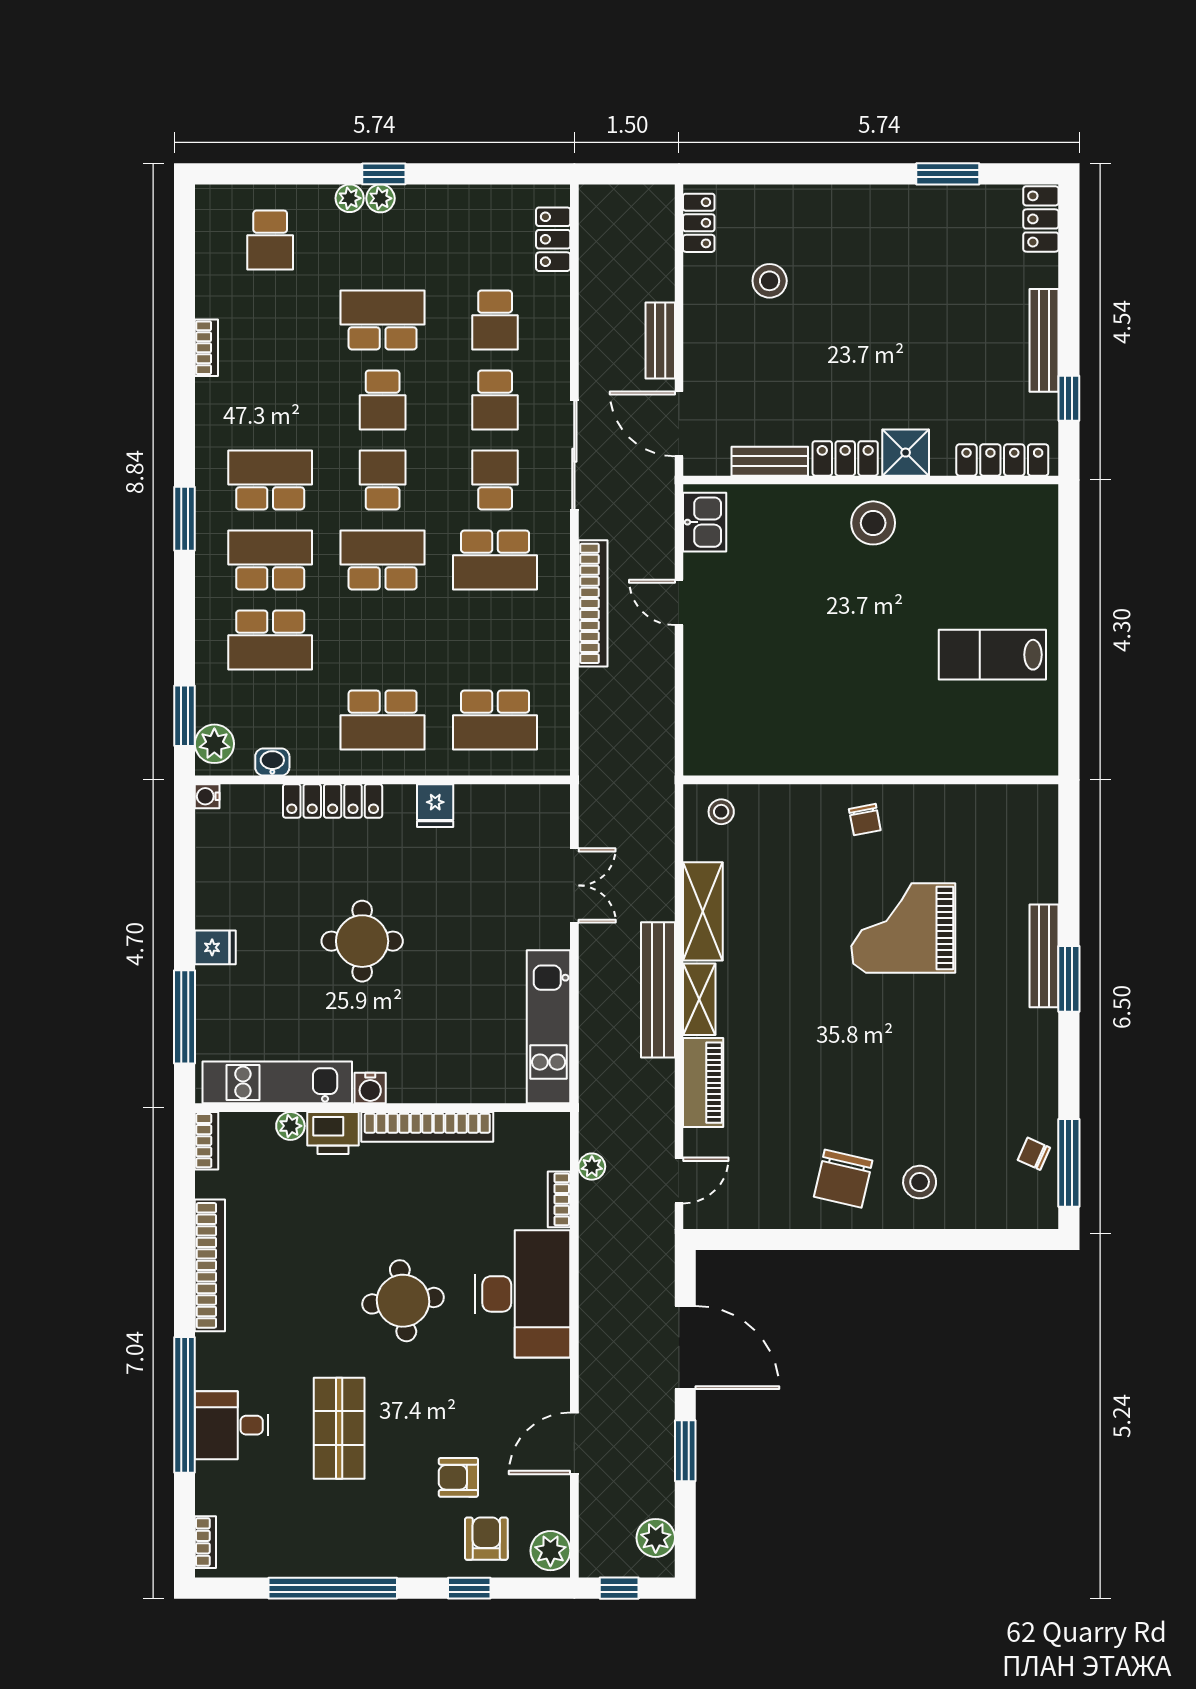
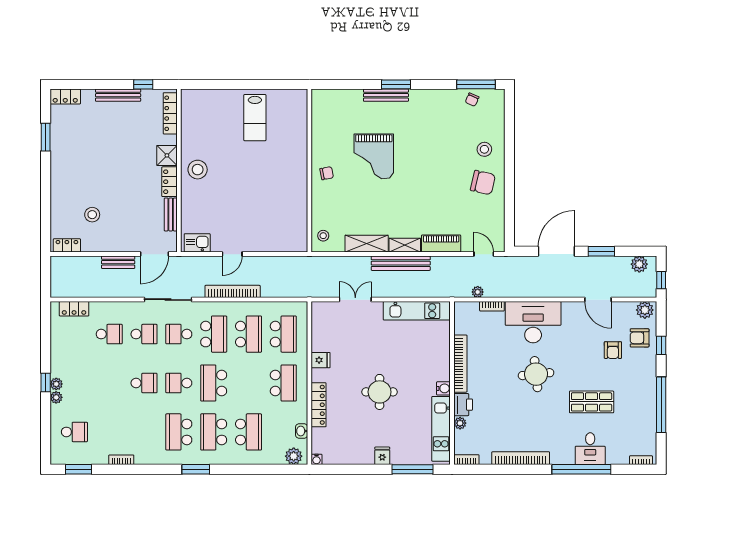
school desk: (383, 320) -> (248, 334), moved, turned 180
window: (185, 716) -> (78, 469), moved

